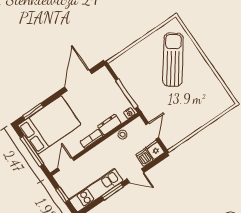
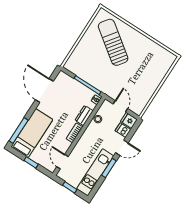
window: (33, 111) -> (19, 131), width x1.44
bed: (49, 125) -> (32, 133), width x0.67
window: (32, 151) -> (31, 162), width x0.46

